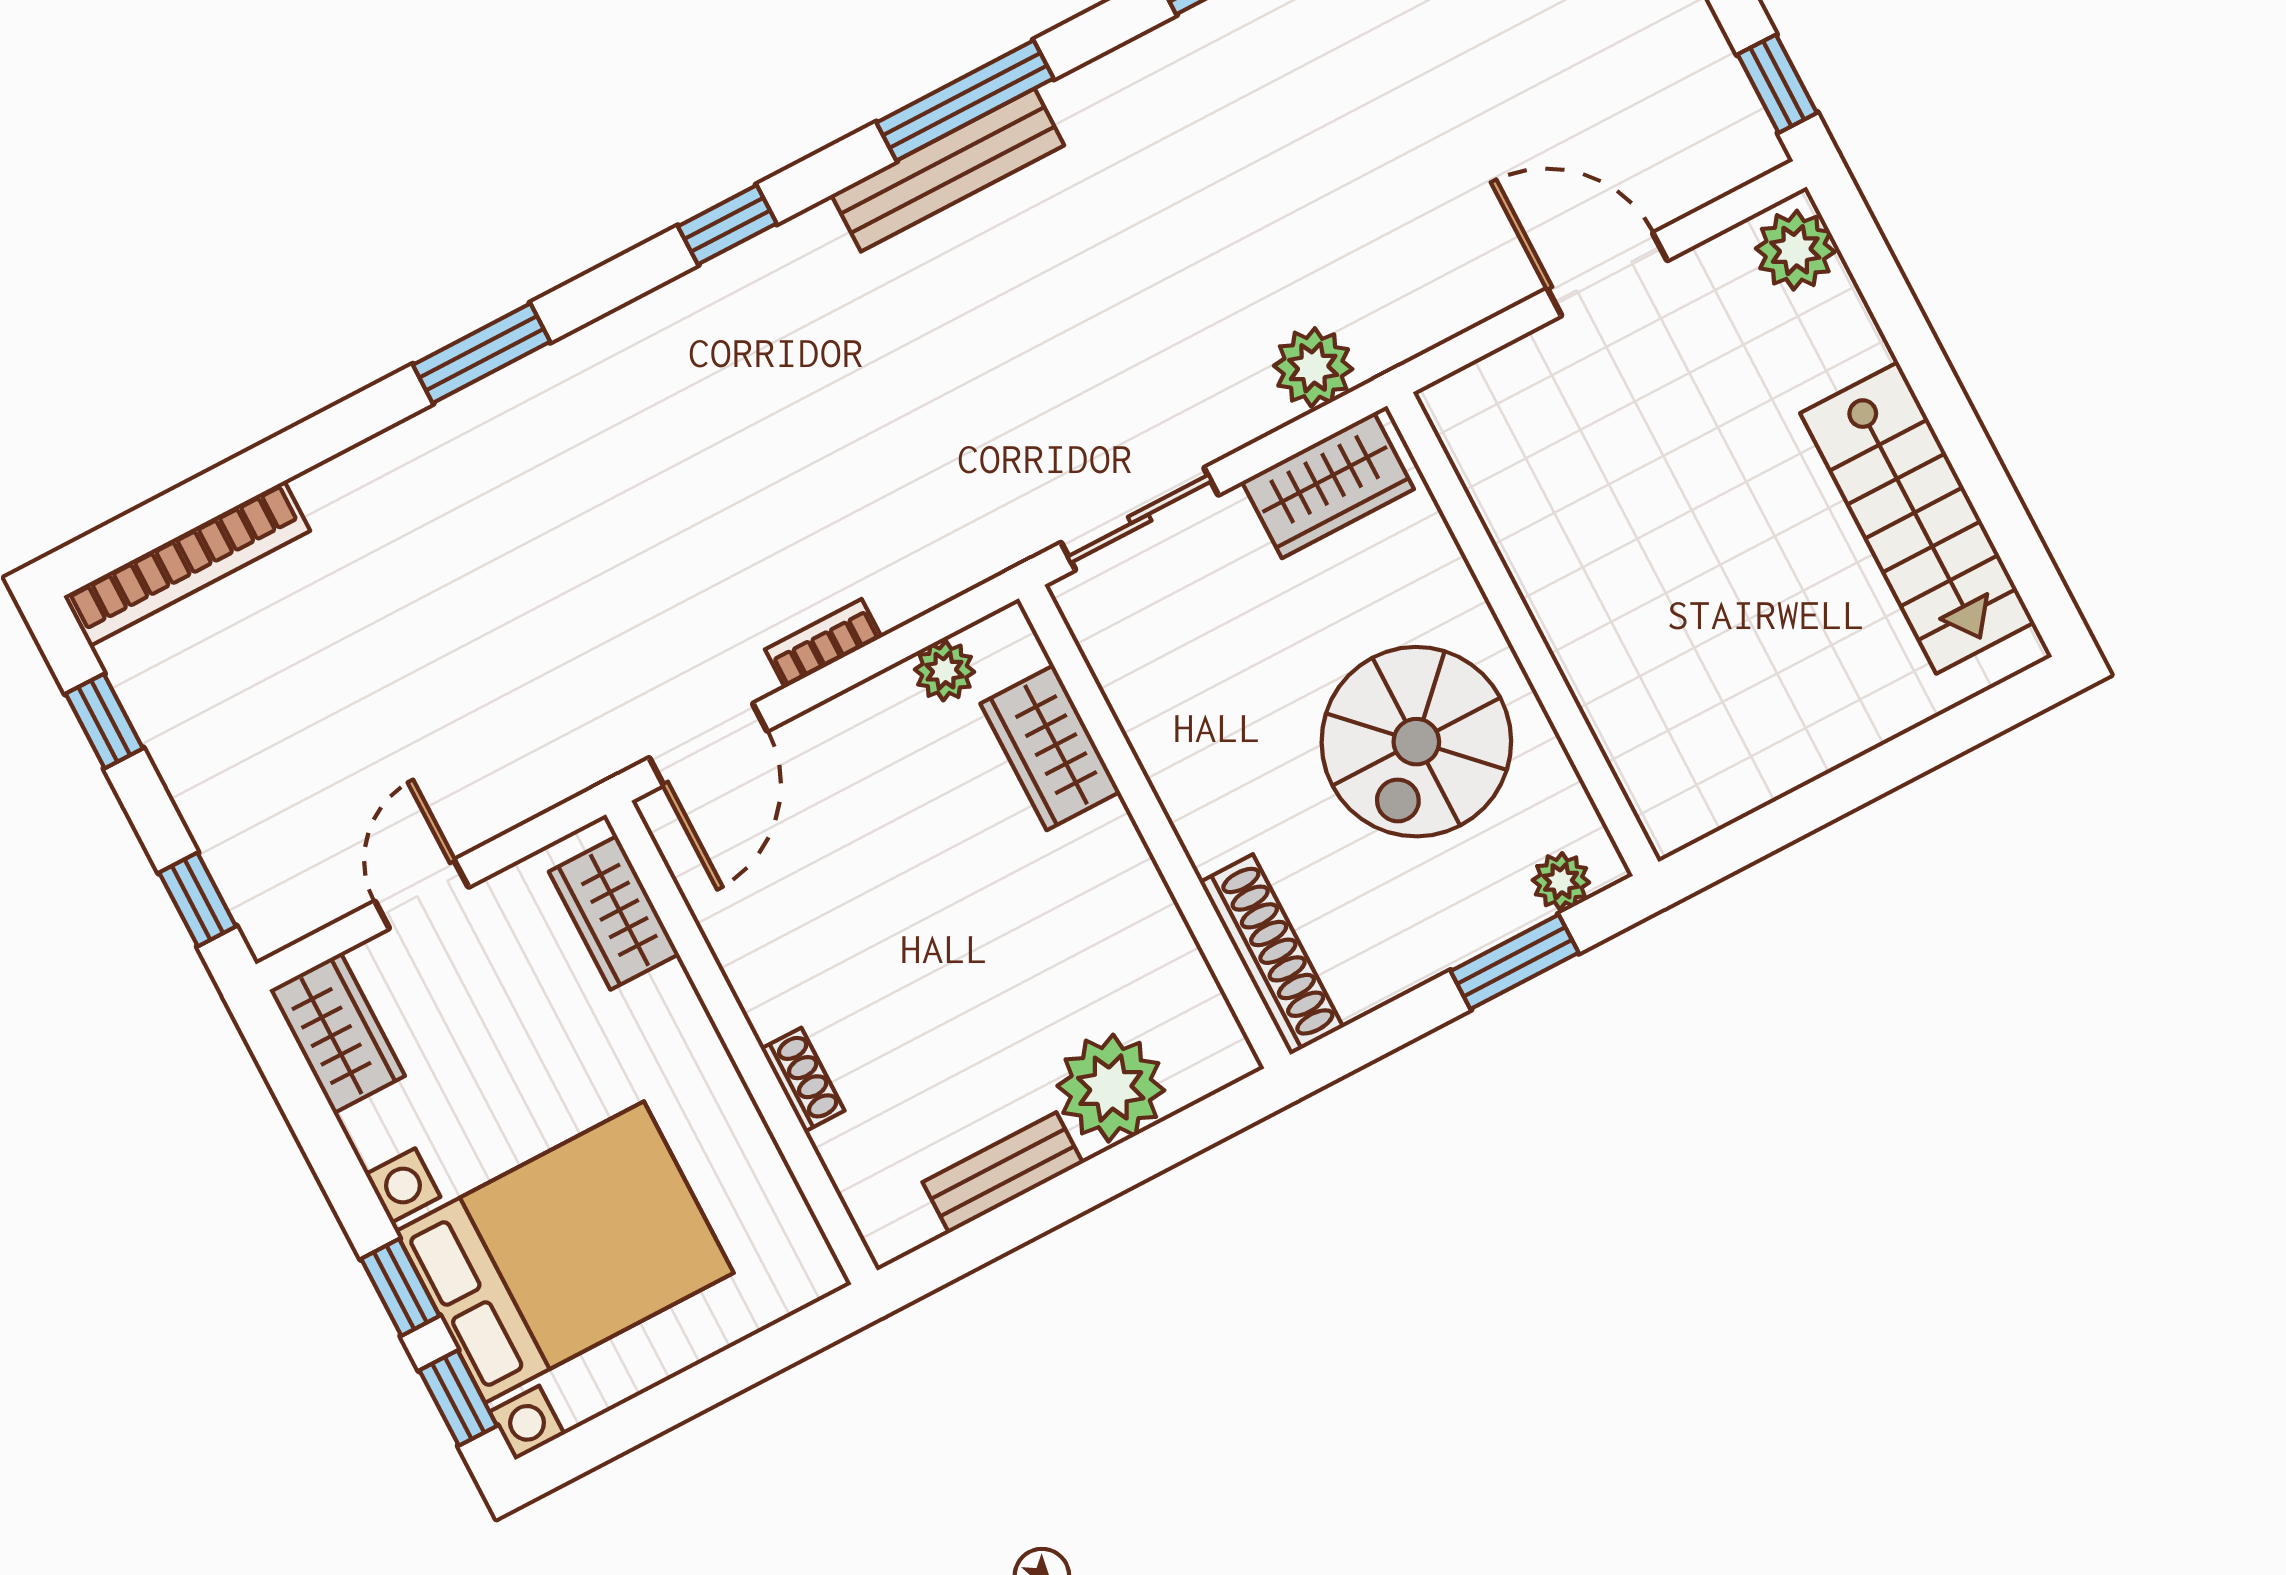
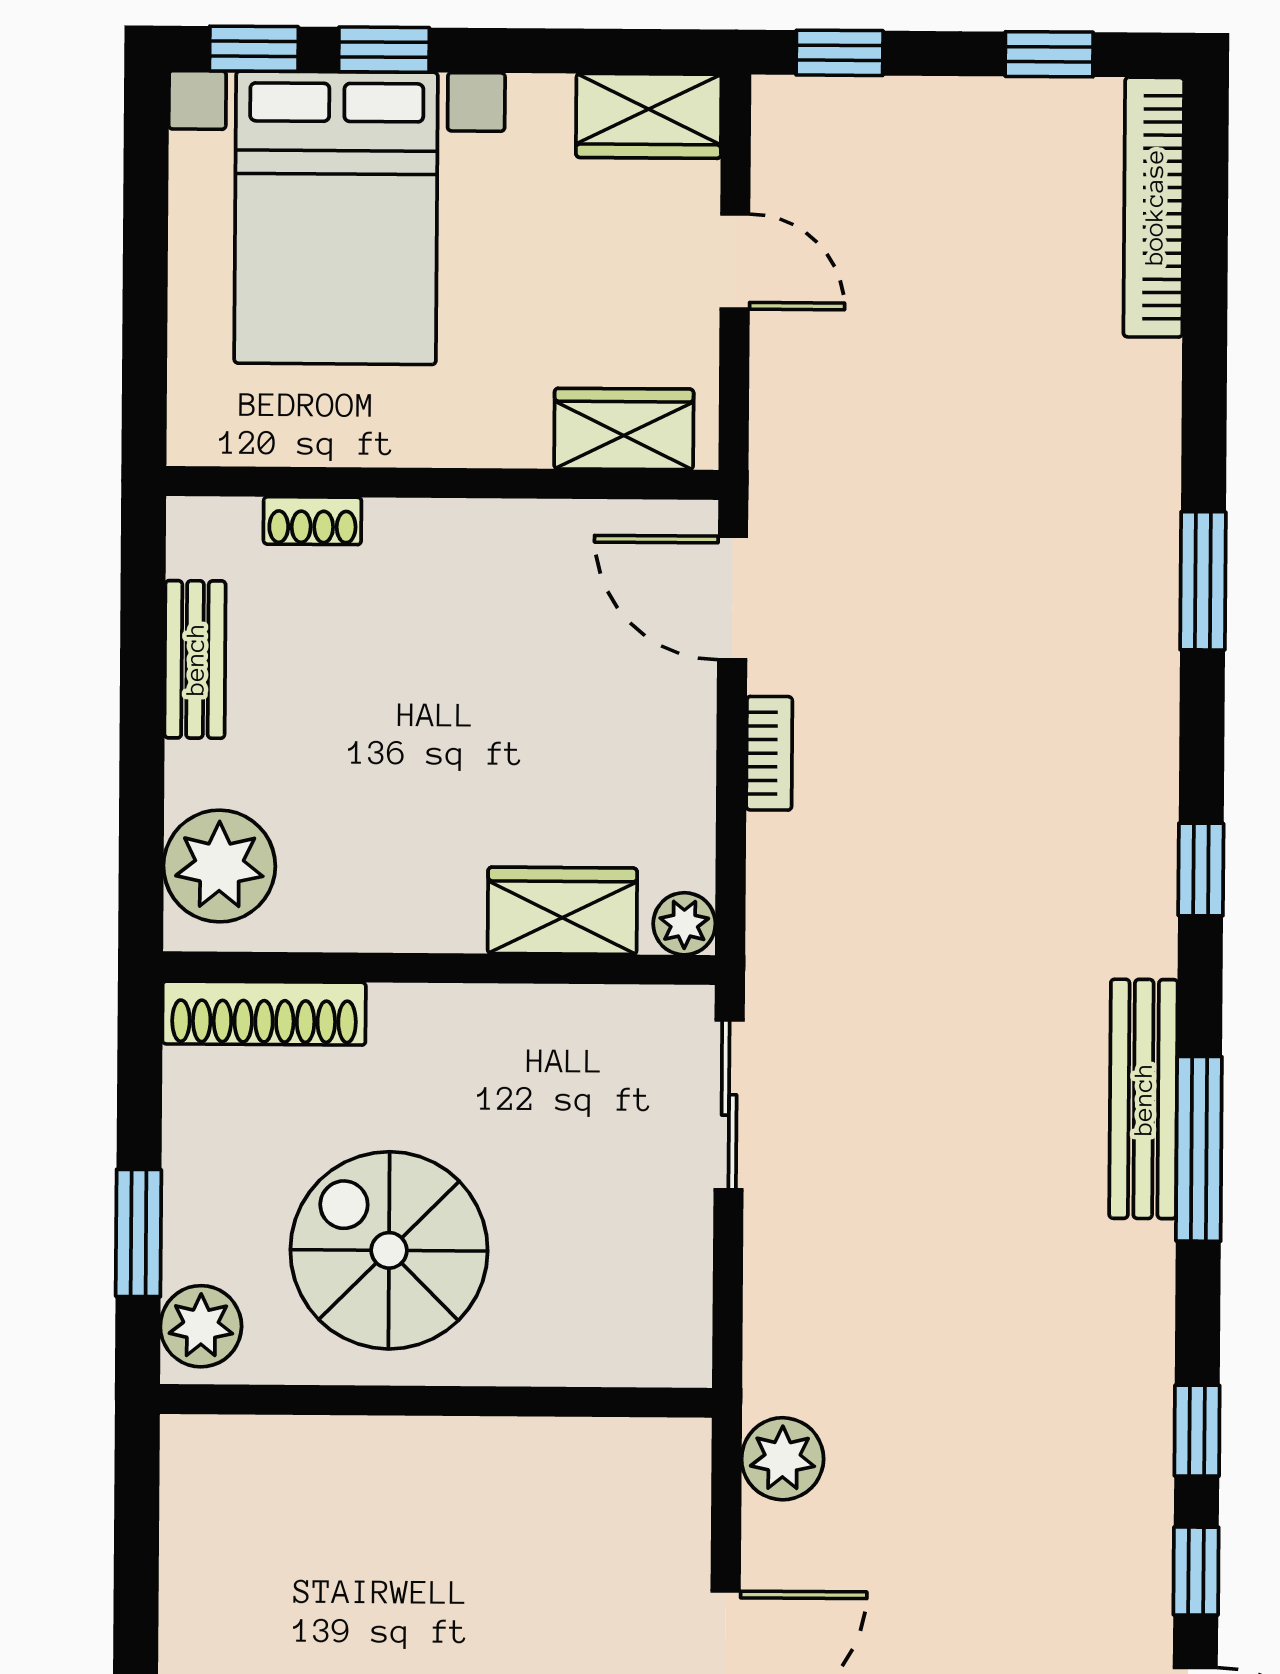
plant: (1313, 367) -> (783, 1459), moved
wardrobe: (1328, 485) -> (668, 1294), removed
plant: (945, 671) -> (684, 924), moved
plant: (1561, 881) -> (201, 1326), width x1.38, depth x1.38
shoe rack: (803, 1080) -> (312, 521), moved
plant: (1111, 1088) -> (219, 866), moved

